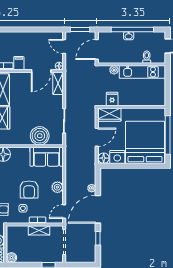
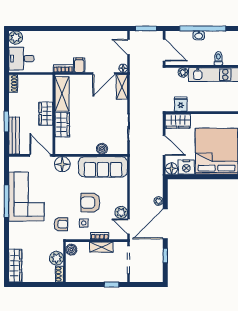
door: (97, 49) -> (164, 50), swing flipped
boiler: (40, 136) -> (102, 149), width x0.54, depth x0.54
door: (97, 137) -> (164, 146), hinge flipped
sofa: (47, 157) -> (103, 167), width x1.36
plant: (57, 187) -> (121, 212), moved
armchair: (29, 190) -> (90, 203), turned 90
door: (64, 212) -> (129, 226), hinge flipped
boiler: (11, 258) -> (71, 250), moved

